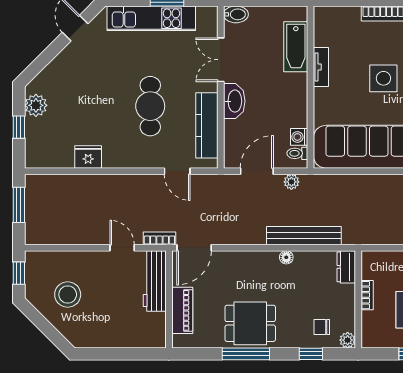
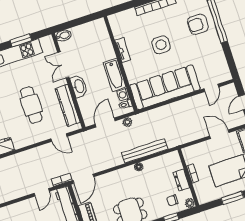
bathtub: (296, 47) -> (115, 75), moved
door: (122, 248) -> (42, 192), swing flipped
dresser: (346, 267) -> (181, 180), moved

